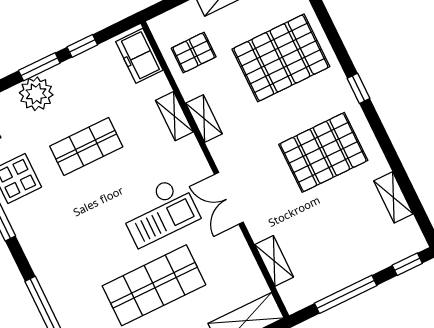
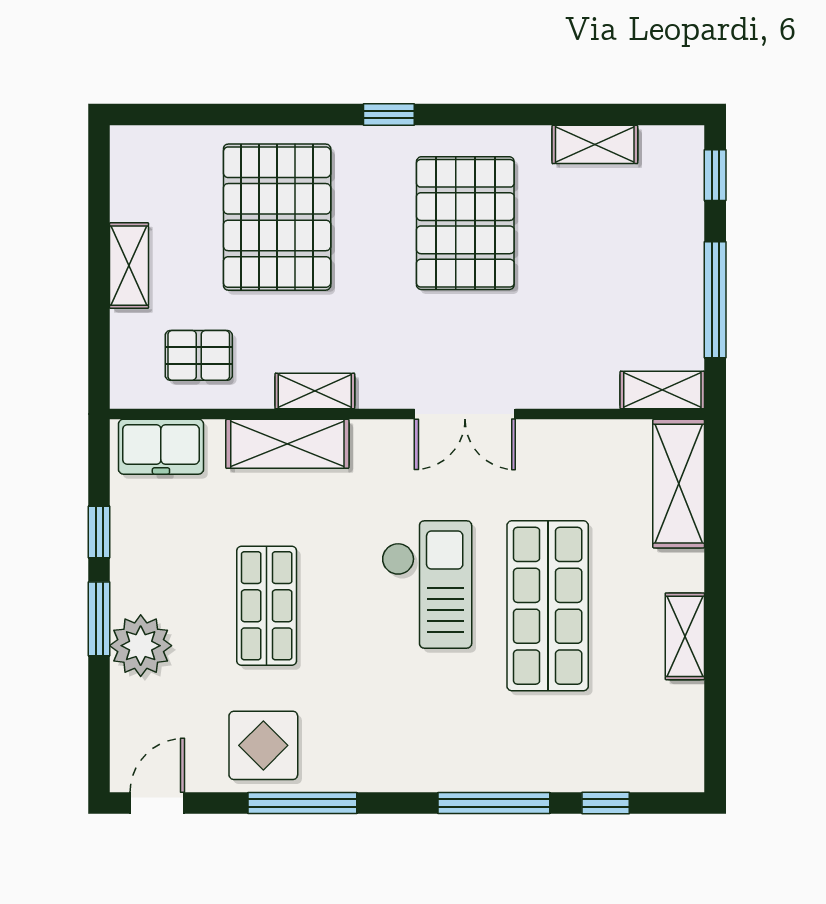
pallet: (194, 52) -> (199, 355), turned 90
shelving: (174, 116) -> (287, 444), width x1.50, depth x1.33
checkout: (159, 212) -> (427, 584), moved
shelving: (274, 261) -> (662, 390), moved

